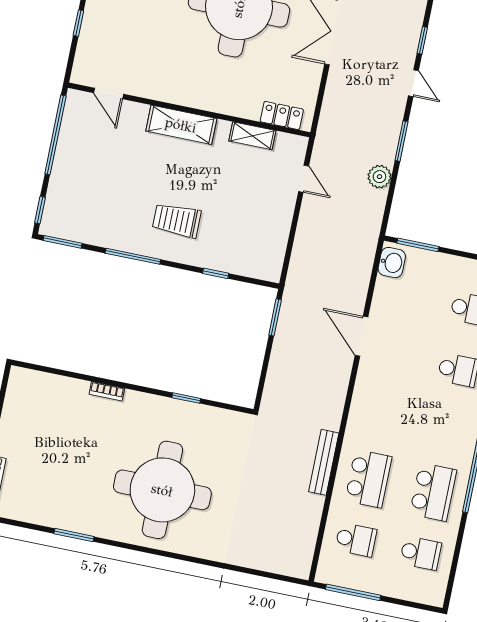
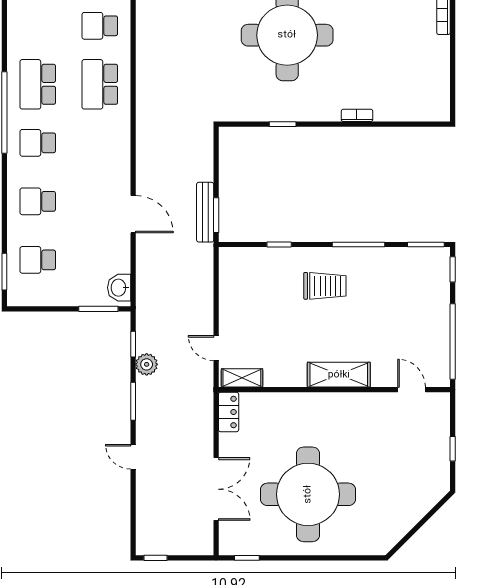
window: (422, 40) -> (133, 344), moved
locker: (282, 115) -> (229, 412), moved, turned -90
shelving: (252, 136) -> (242, 378), moved
bench: (324, 462) -> (205, 212), moved
school desk: (421, 553) -> (38, 143), moved

